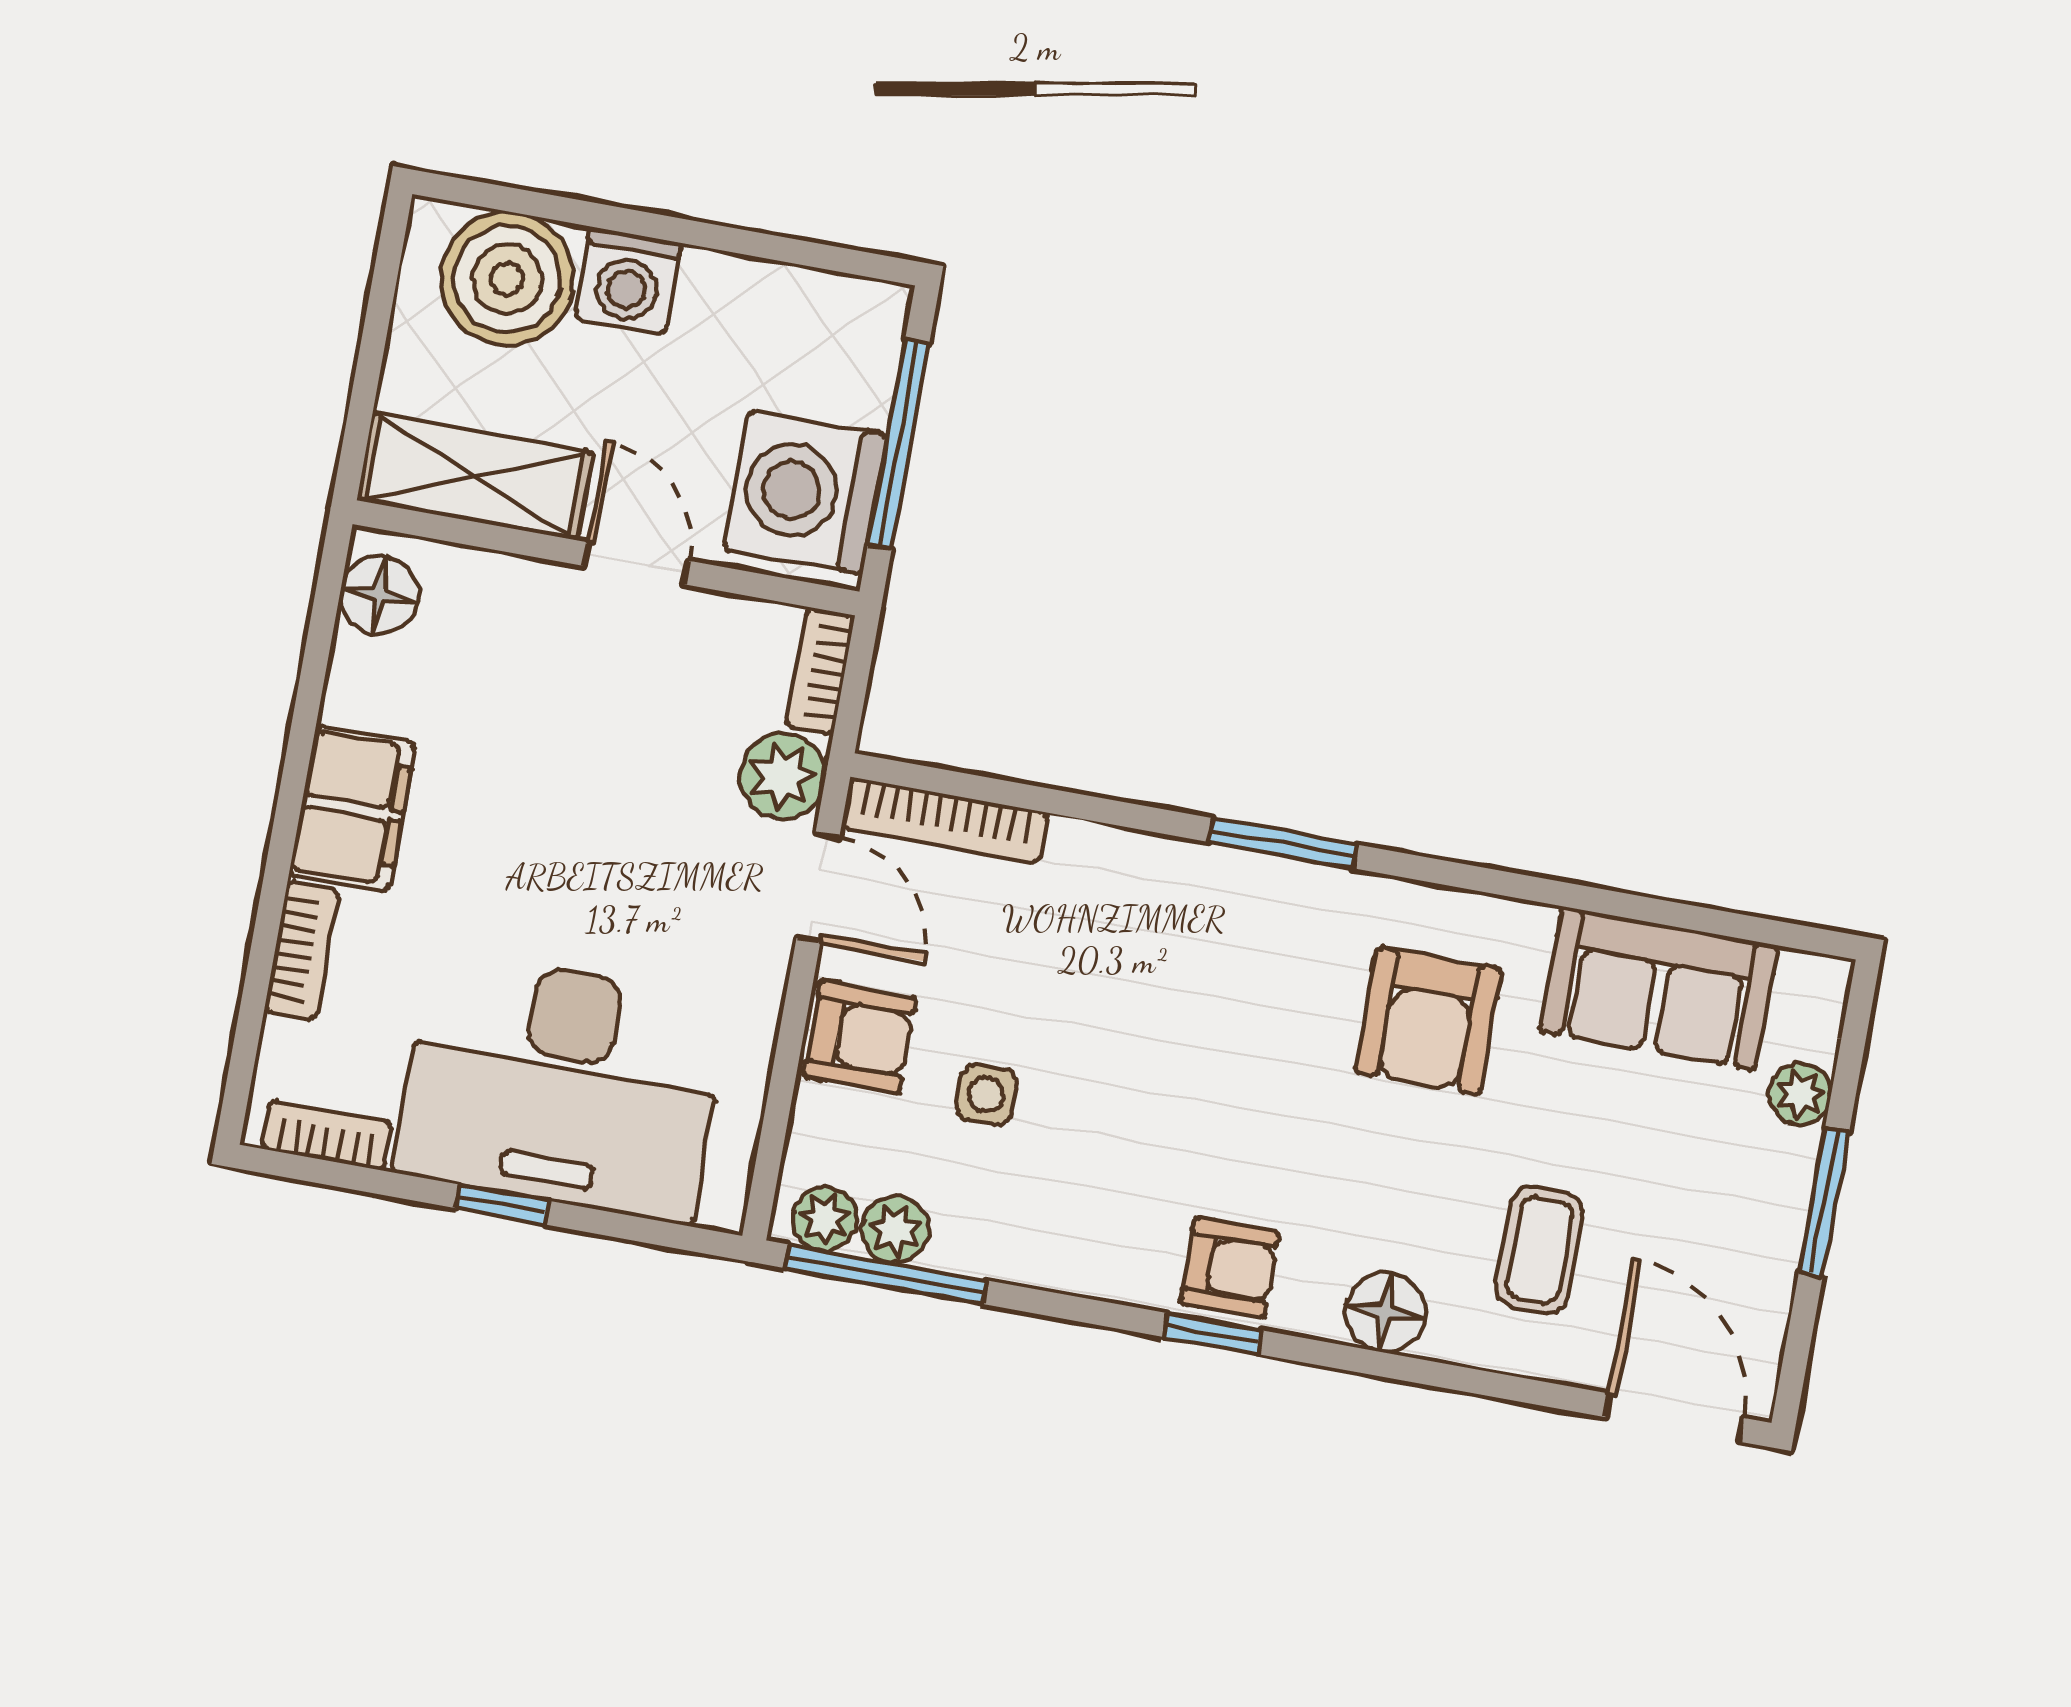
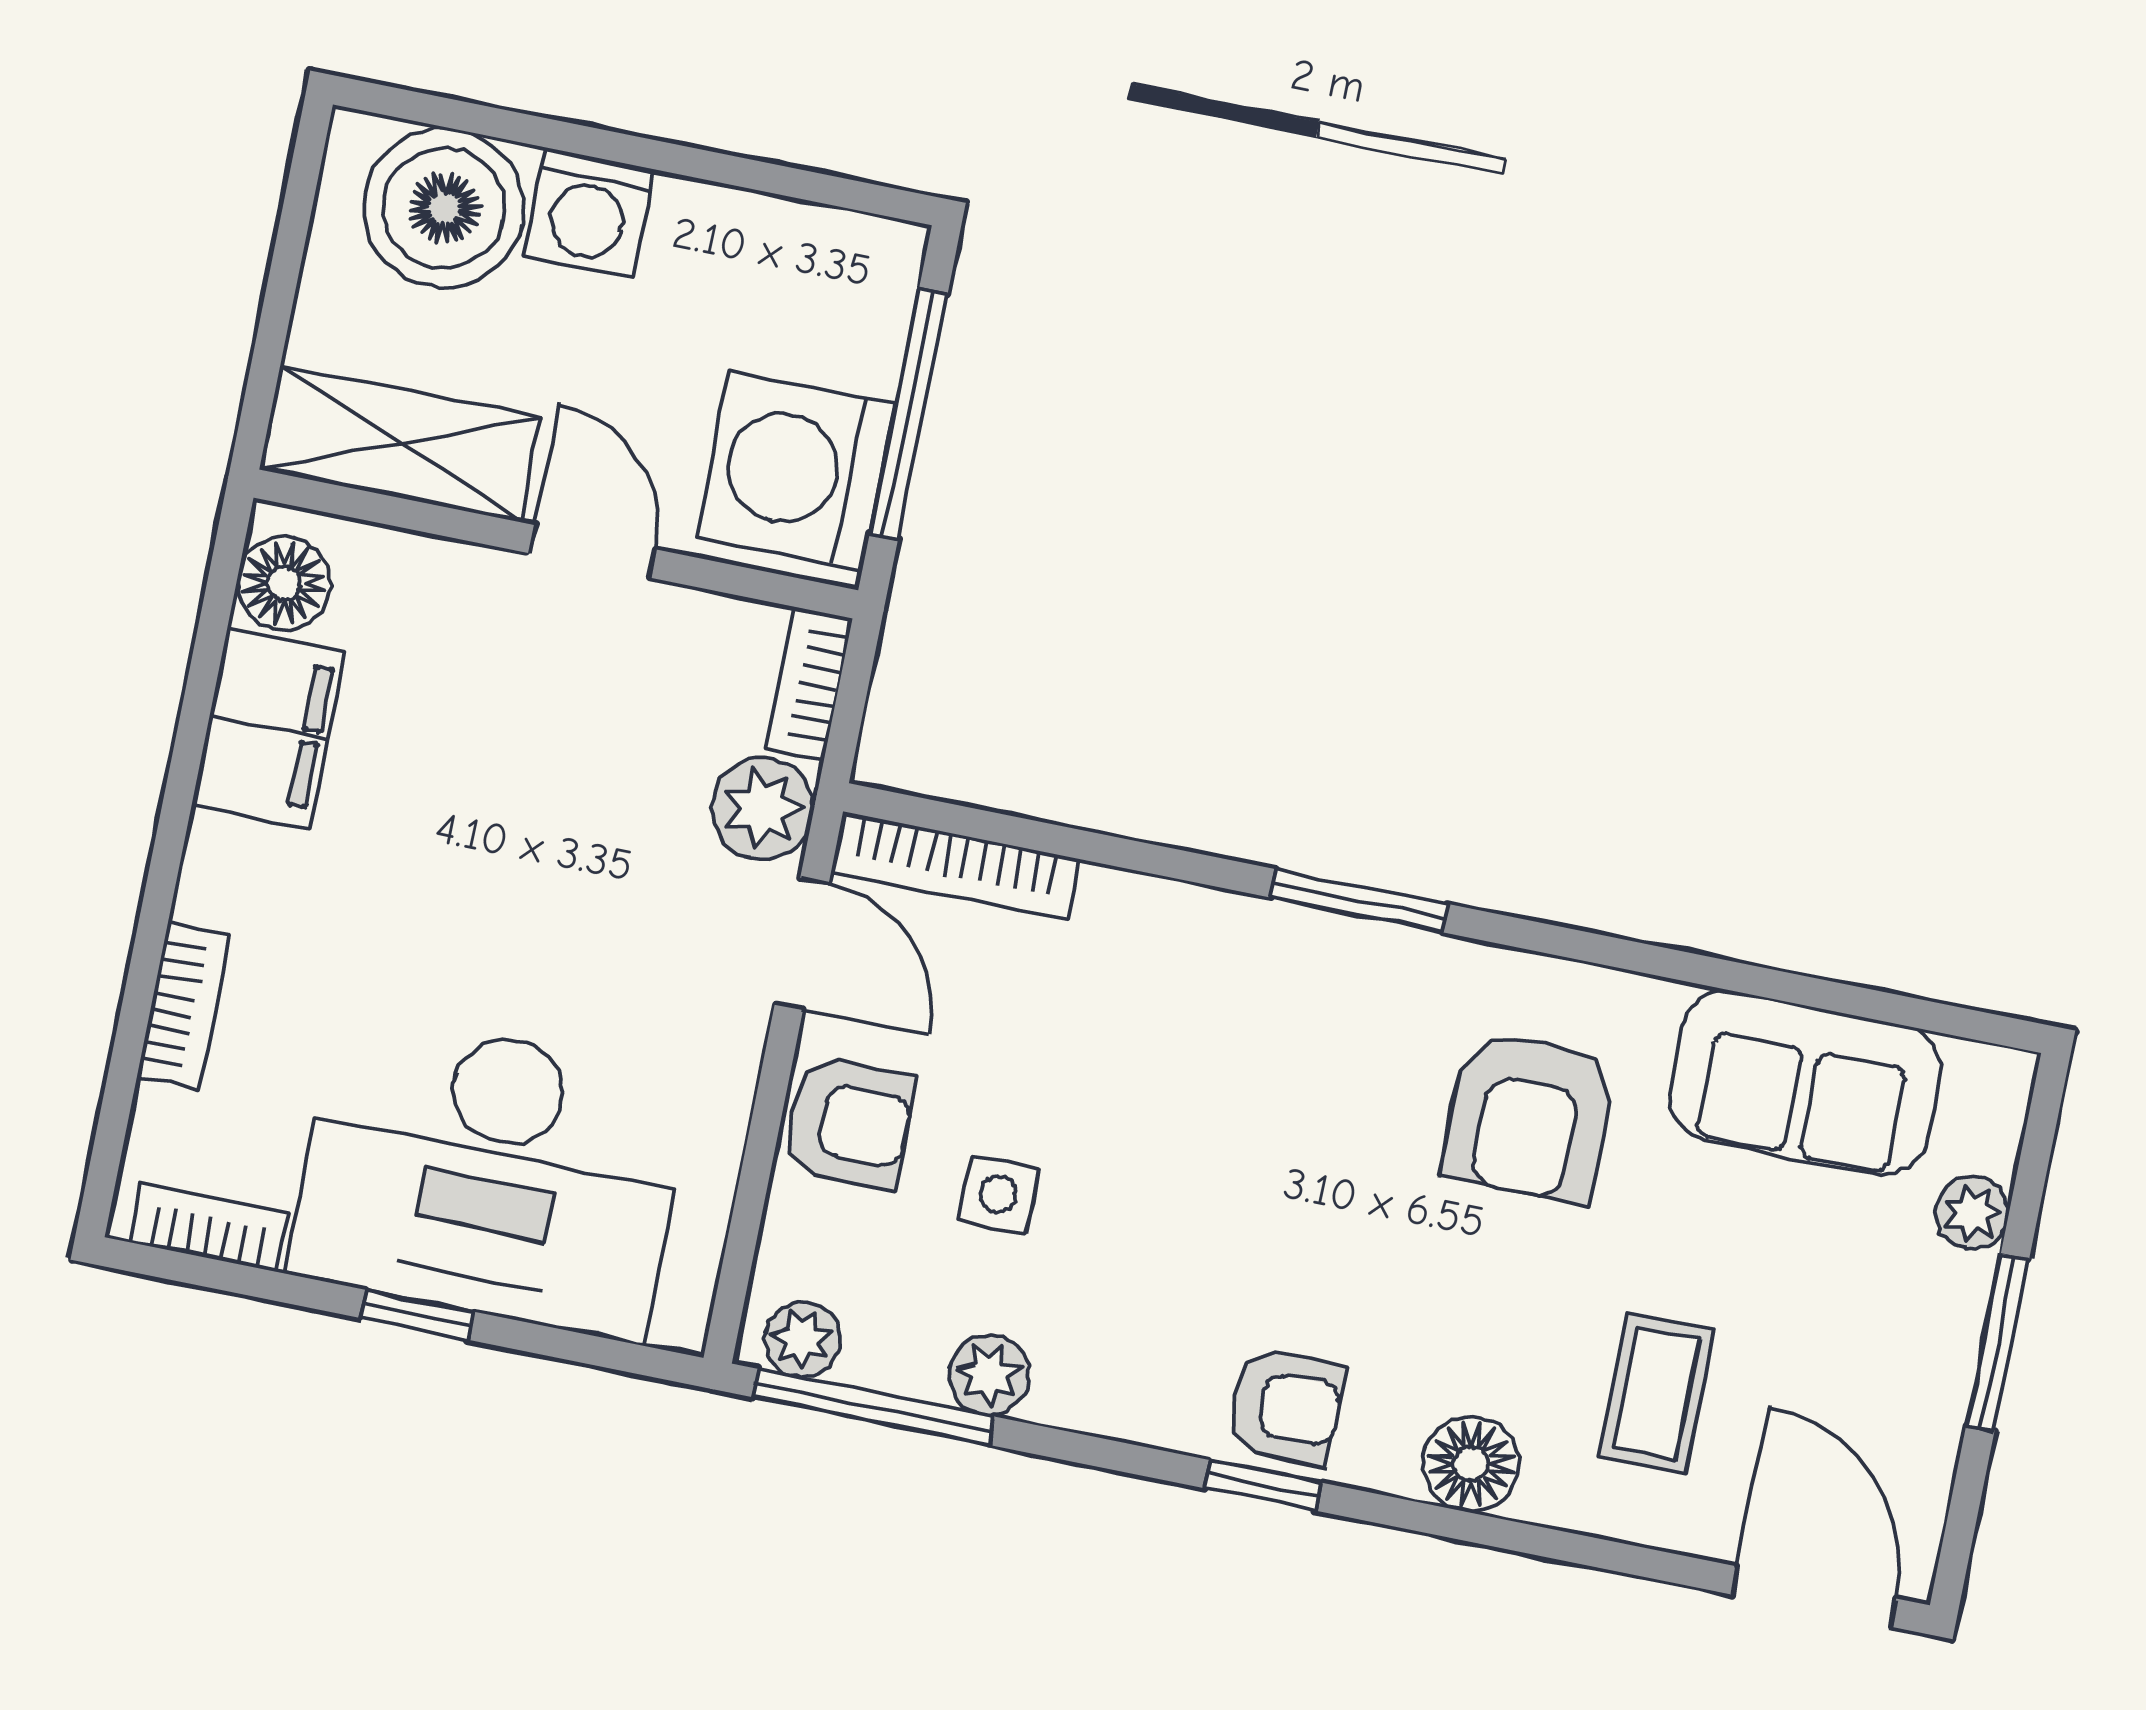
filing cabinet: (352, 808) -> (269, 729), moved
plant: (895, 1230) -> (989, 1375), moved

